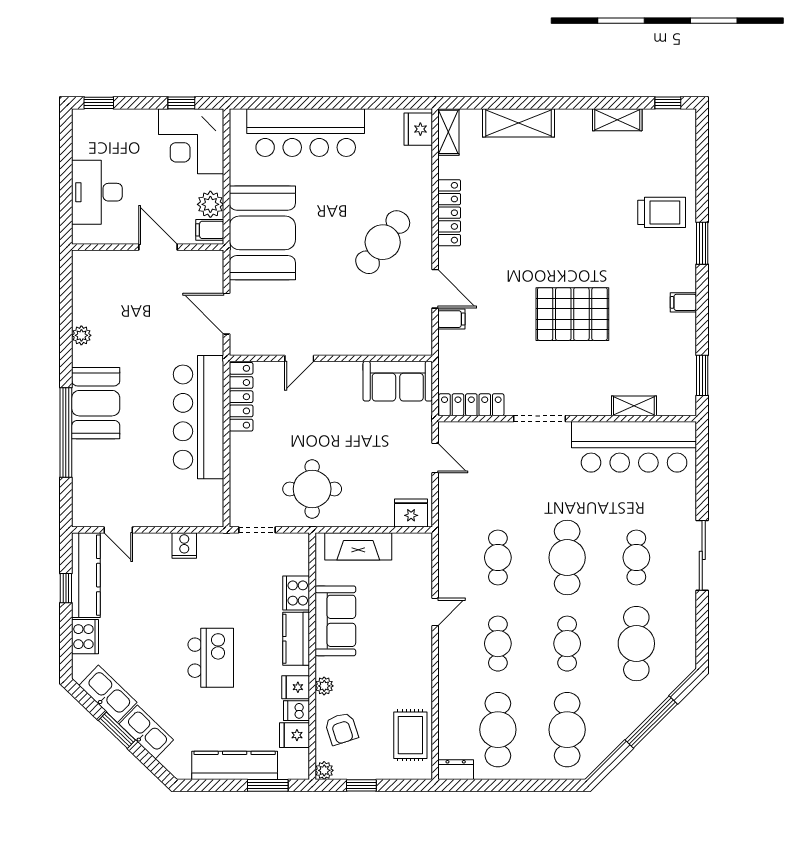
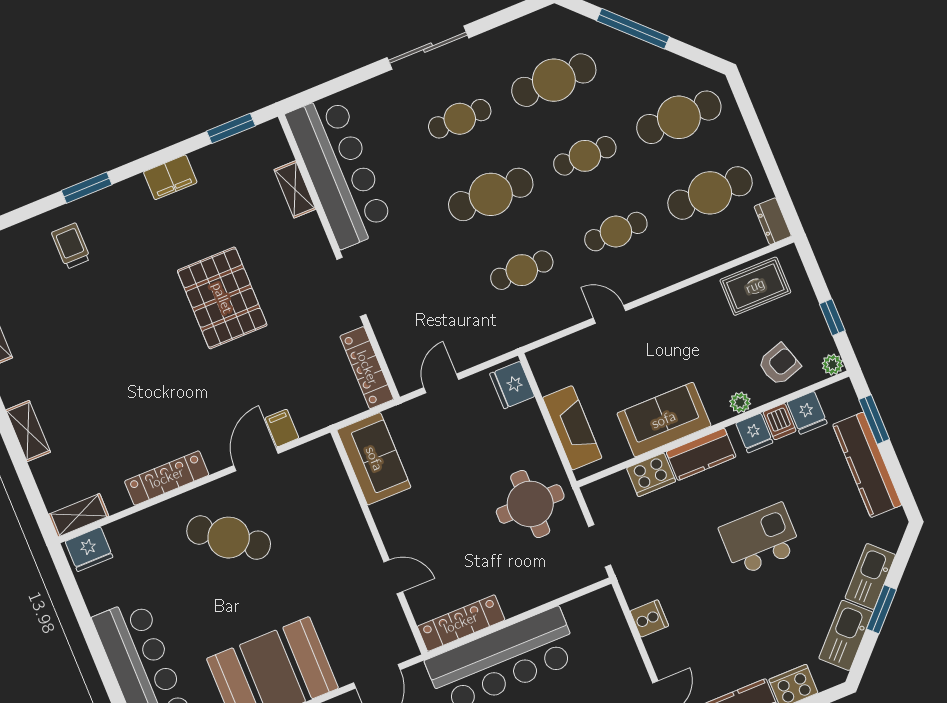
shelving: (519, 123) -> (28, 431), width x0.67, depth x0.75
trolley: (662, 212) -> (71, 246), width x0.73, depth x0.72
filing cabinet: (683, 302) -> (170, 177), width x2.00

